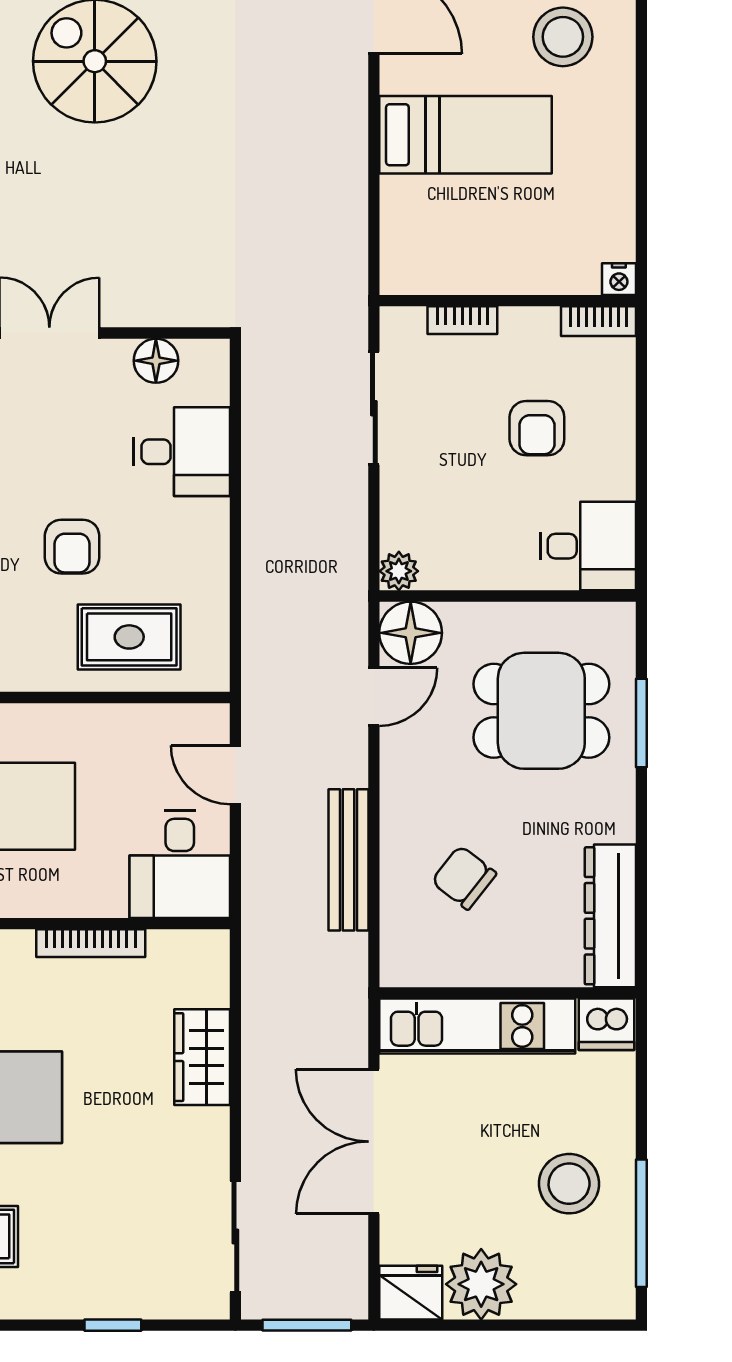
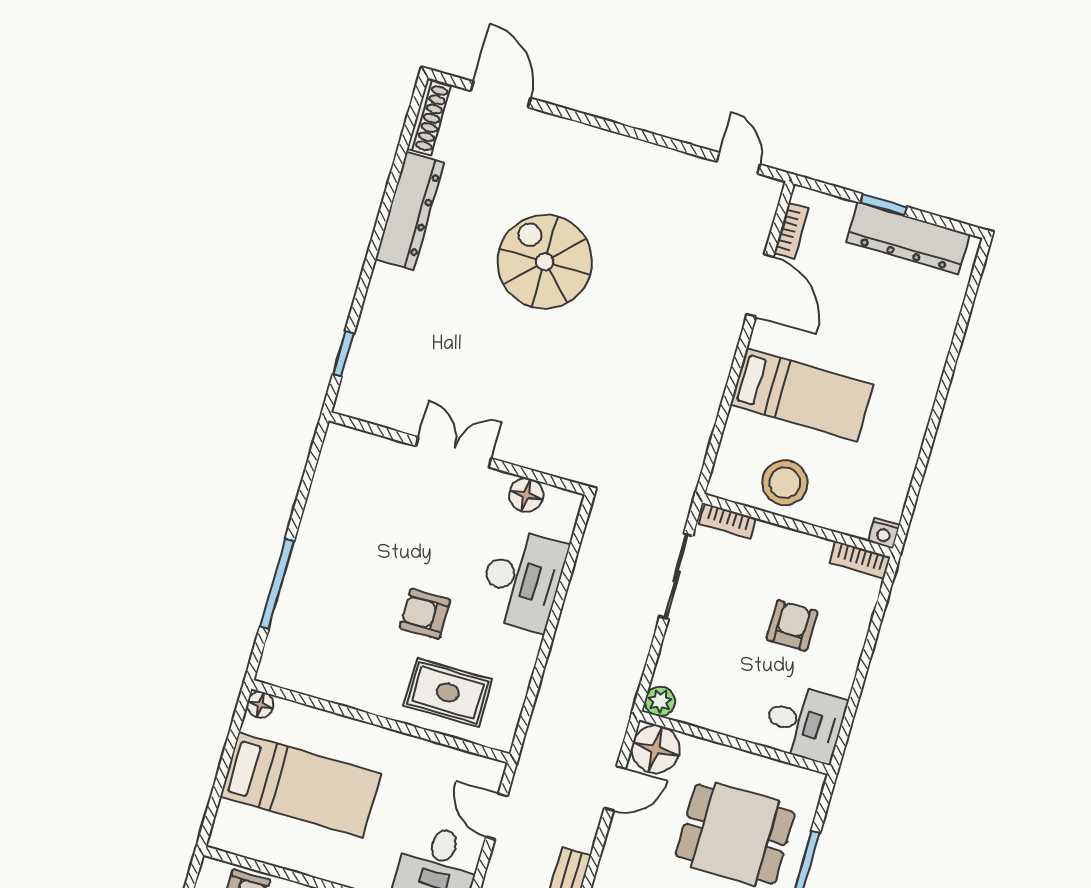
stool: (563, 37) -> (785, 483), moved
bookcase: (462, 320) -> (728, 521), moved
armchair: (537, 428) -> (792, 625), turned 180
desk: (182, 452) -> (522, 580), width x1.37
armchair: (72, 547) -> (425, 614), turned 90

